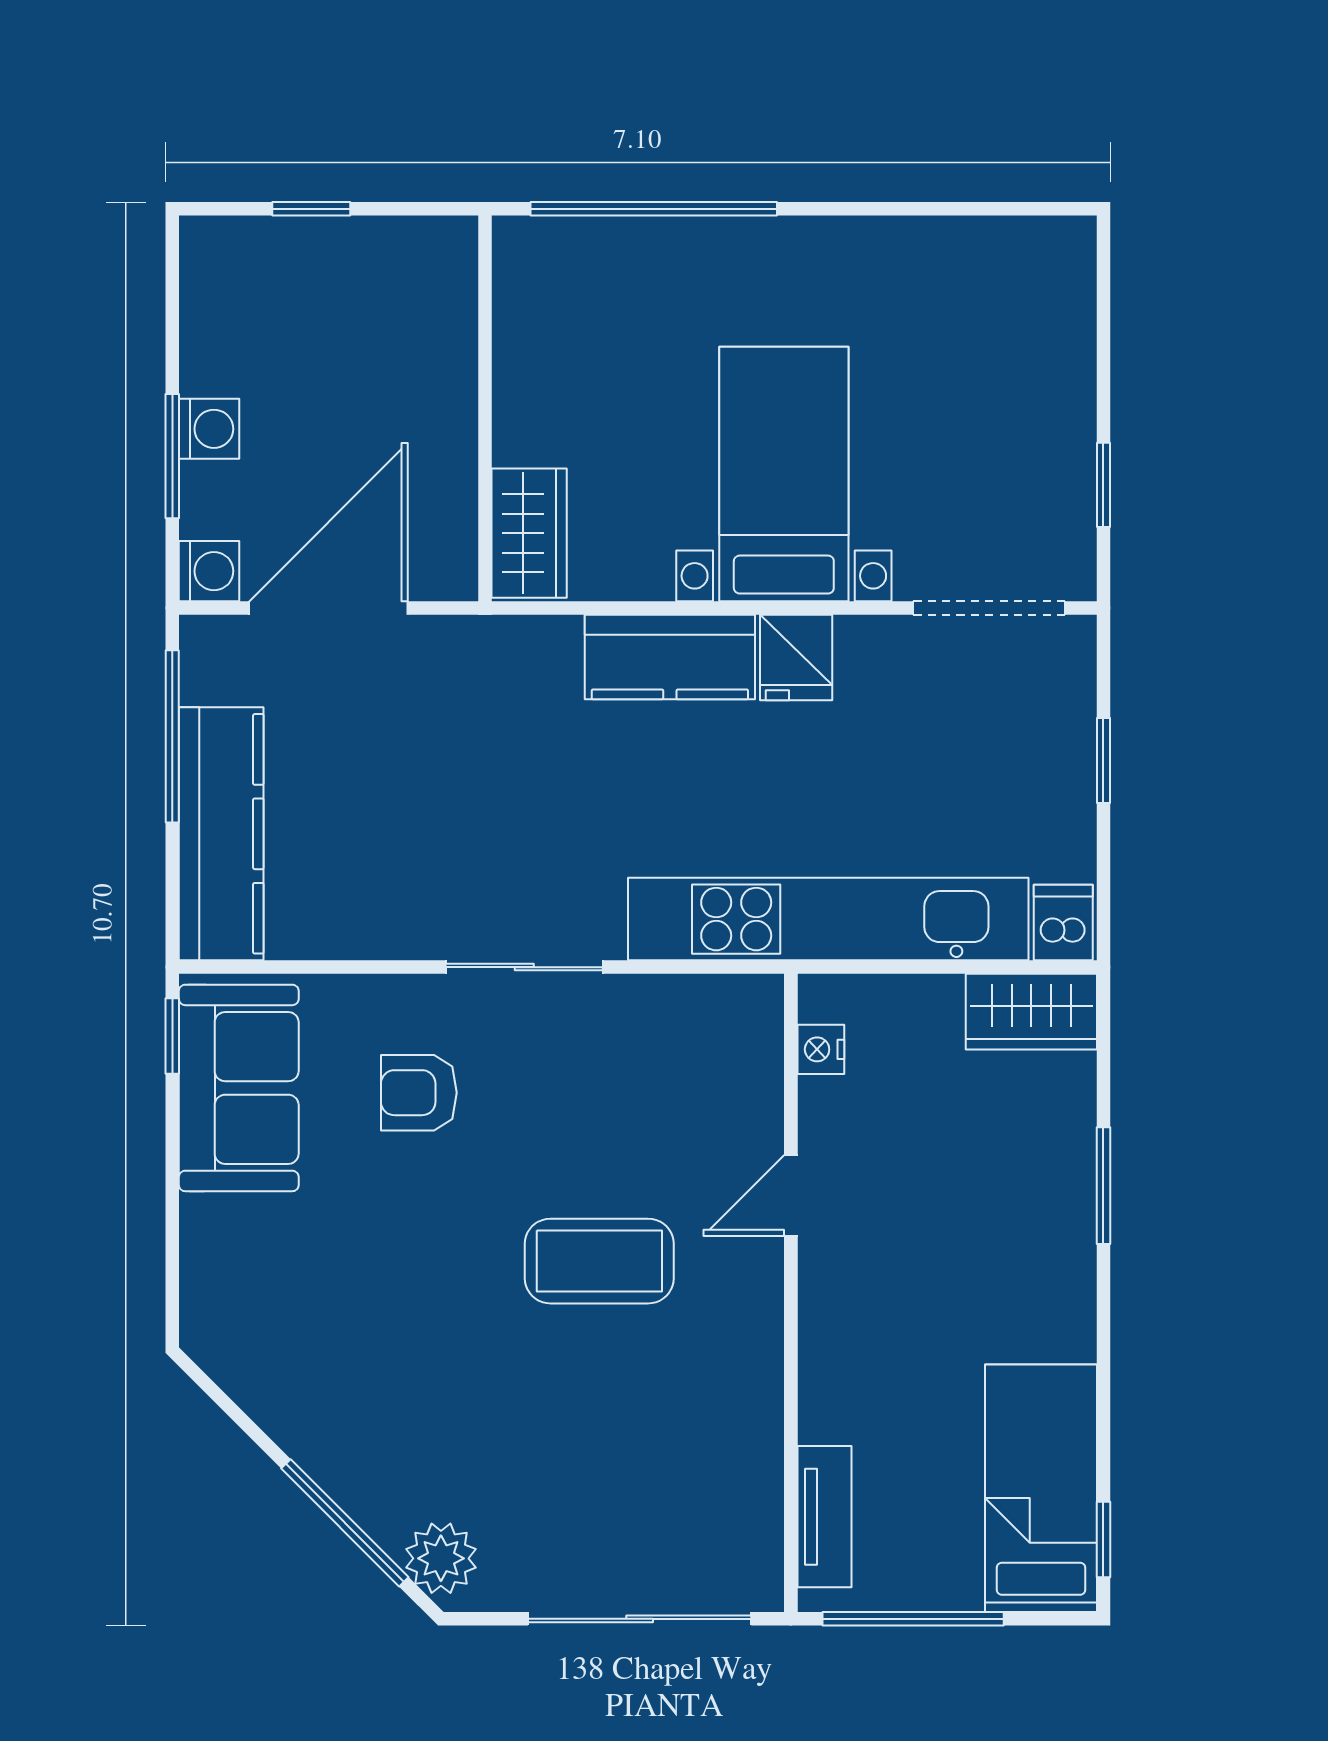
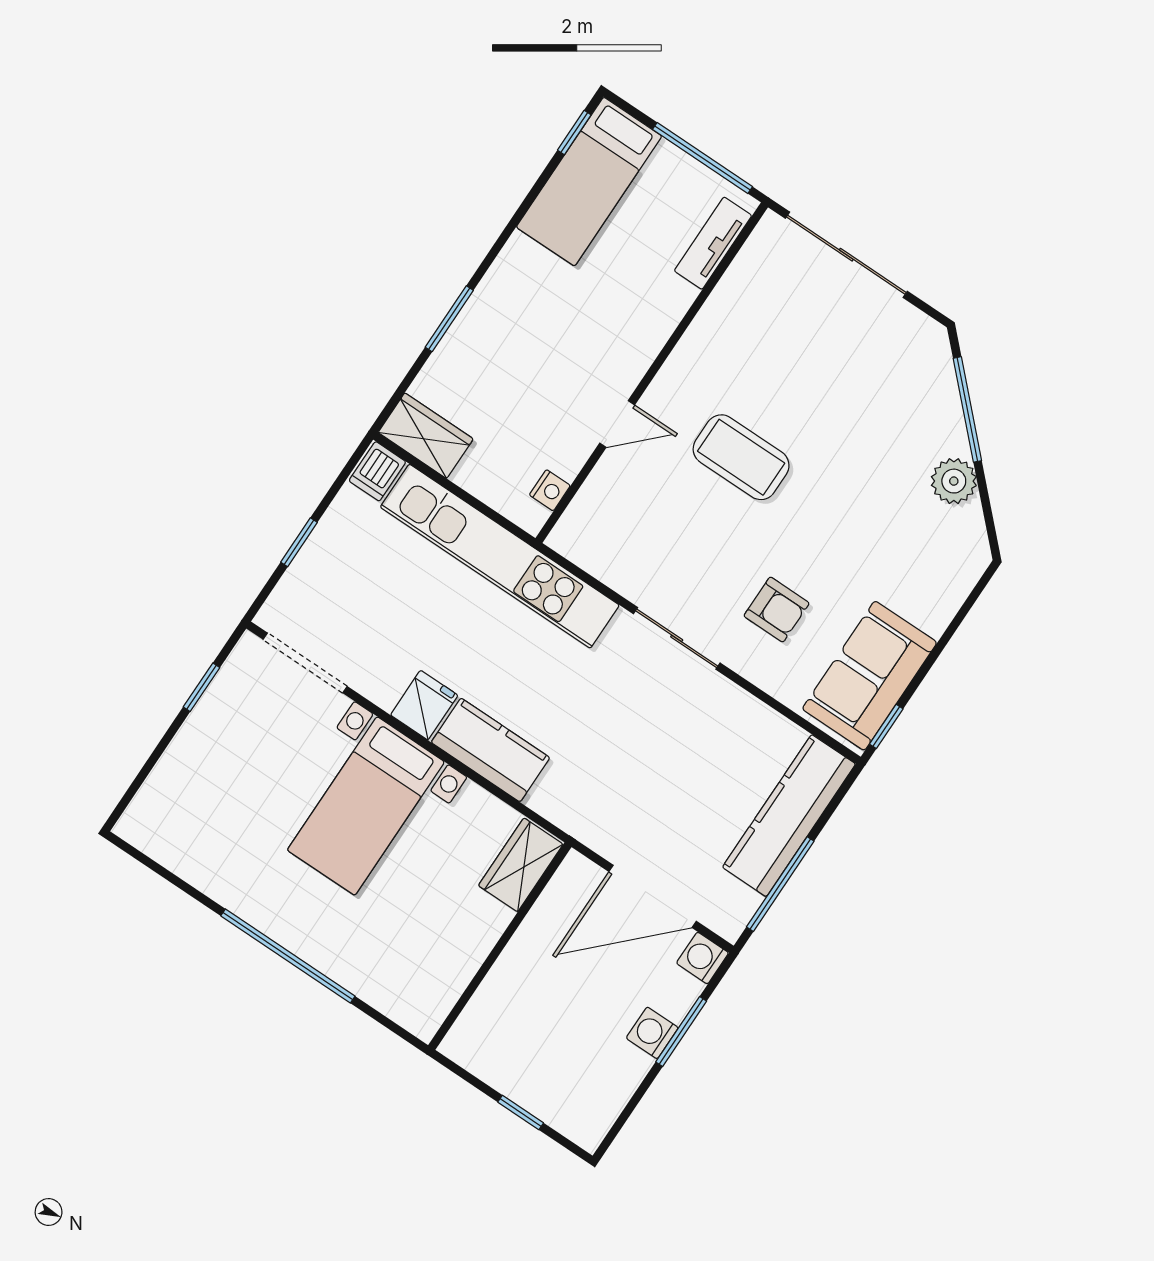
window: (654, 209) -> (288, 956), moved
plant: (441, 1558) -> (954, 481), moved

